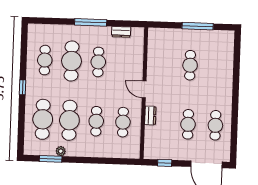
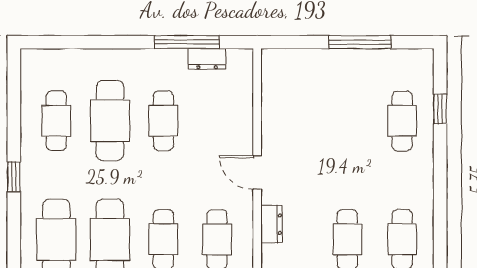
window: (91, 22) -> (187, 42), moved
window: (237, 61) -> (440, 109), added
cafe table: (190, 65) -> (402, 121), moved

